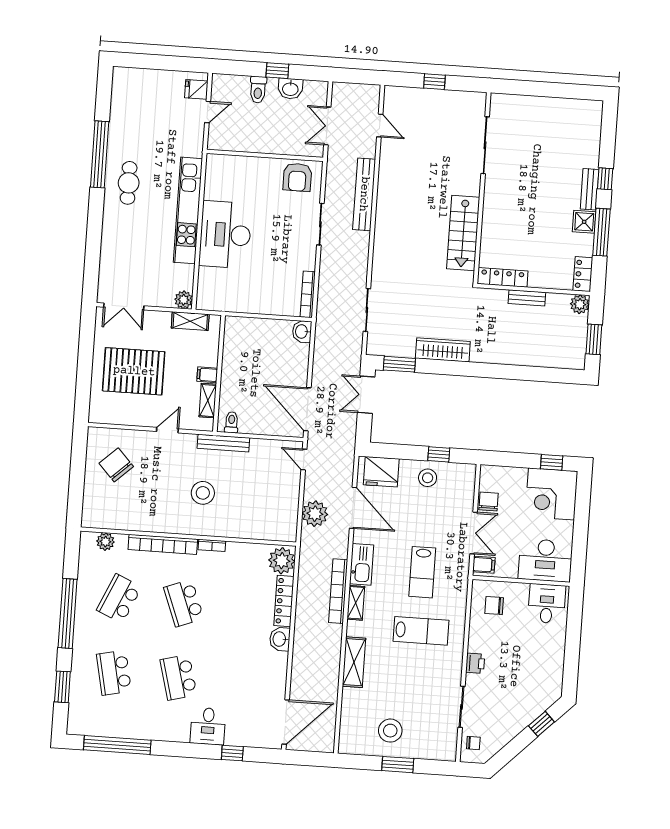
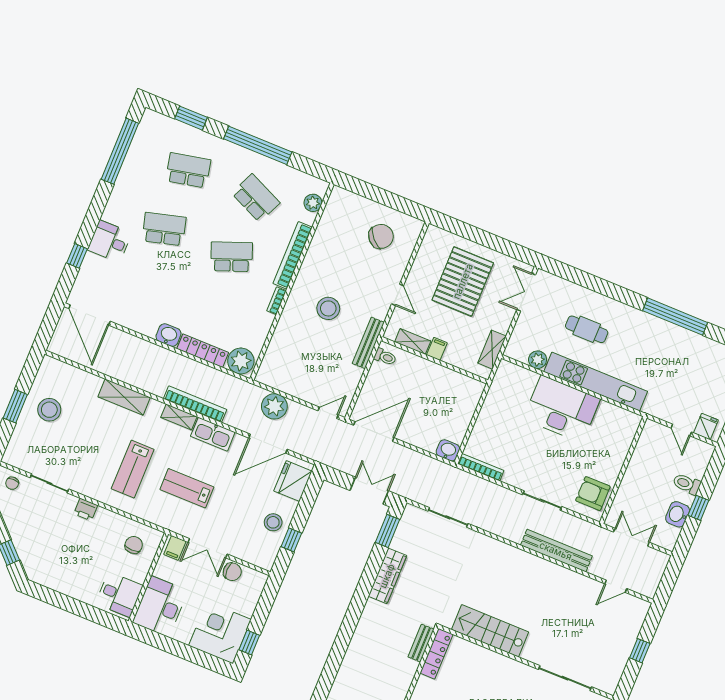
cafe table: (129, 183) -> (587, 329), moved
bench: (527, 298) -> (421, 643), moved
plant: (184, 300) -> (538, 360), moved

